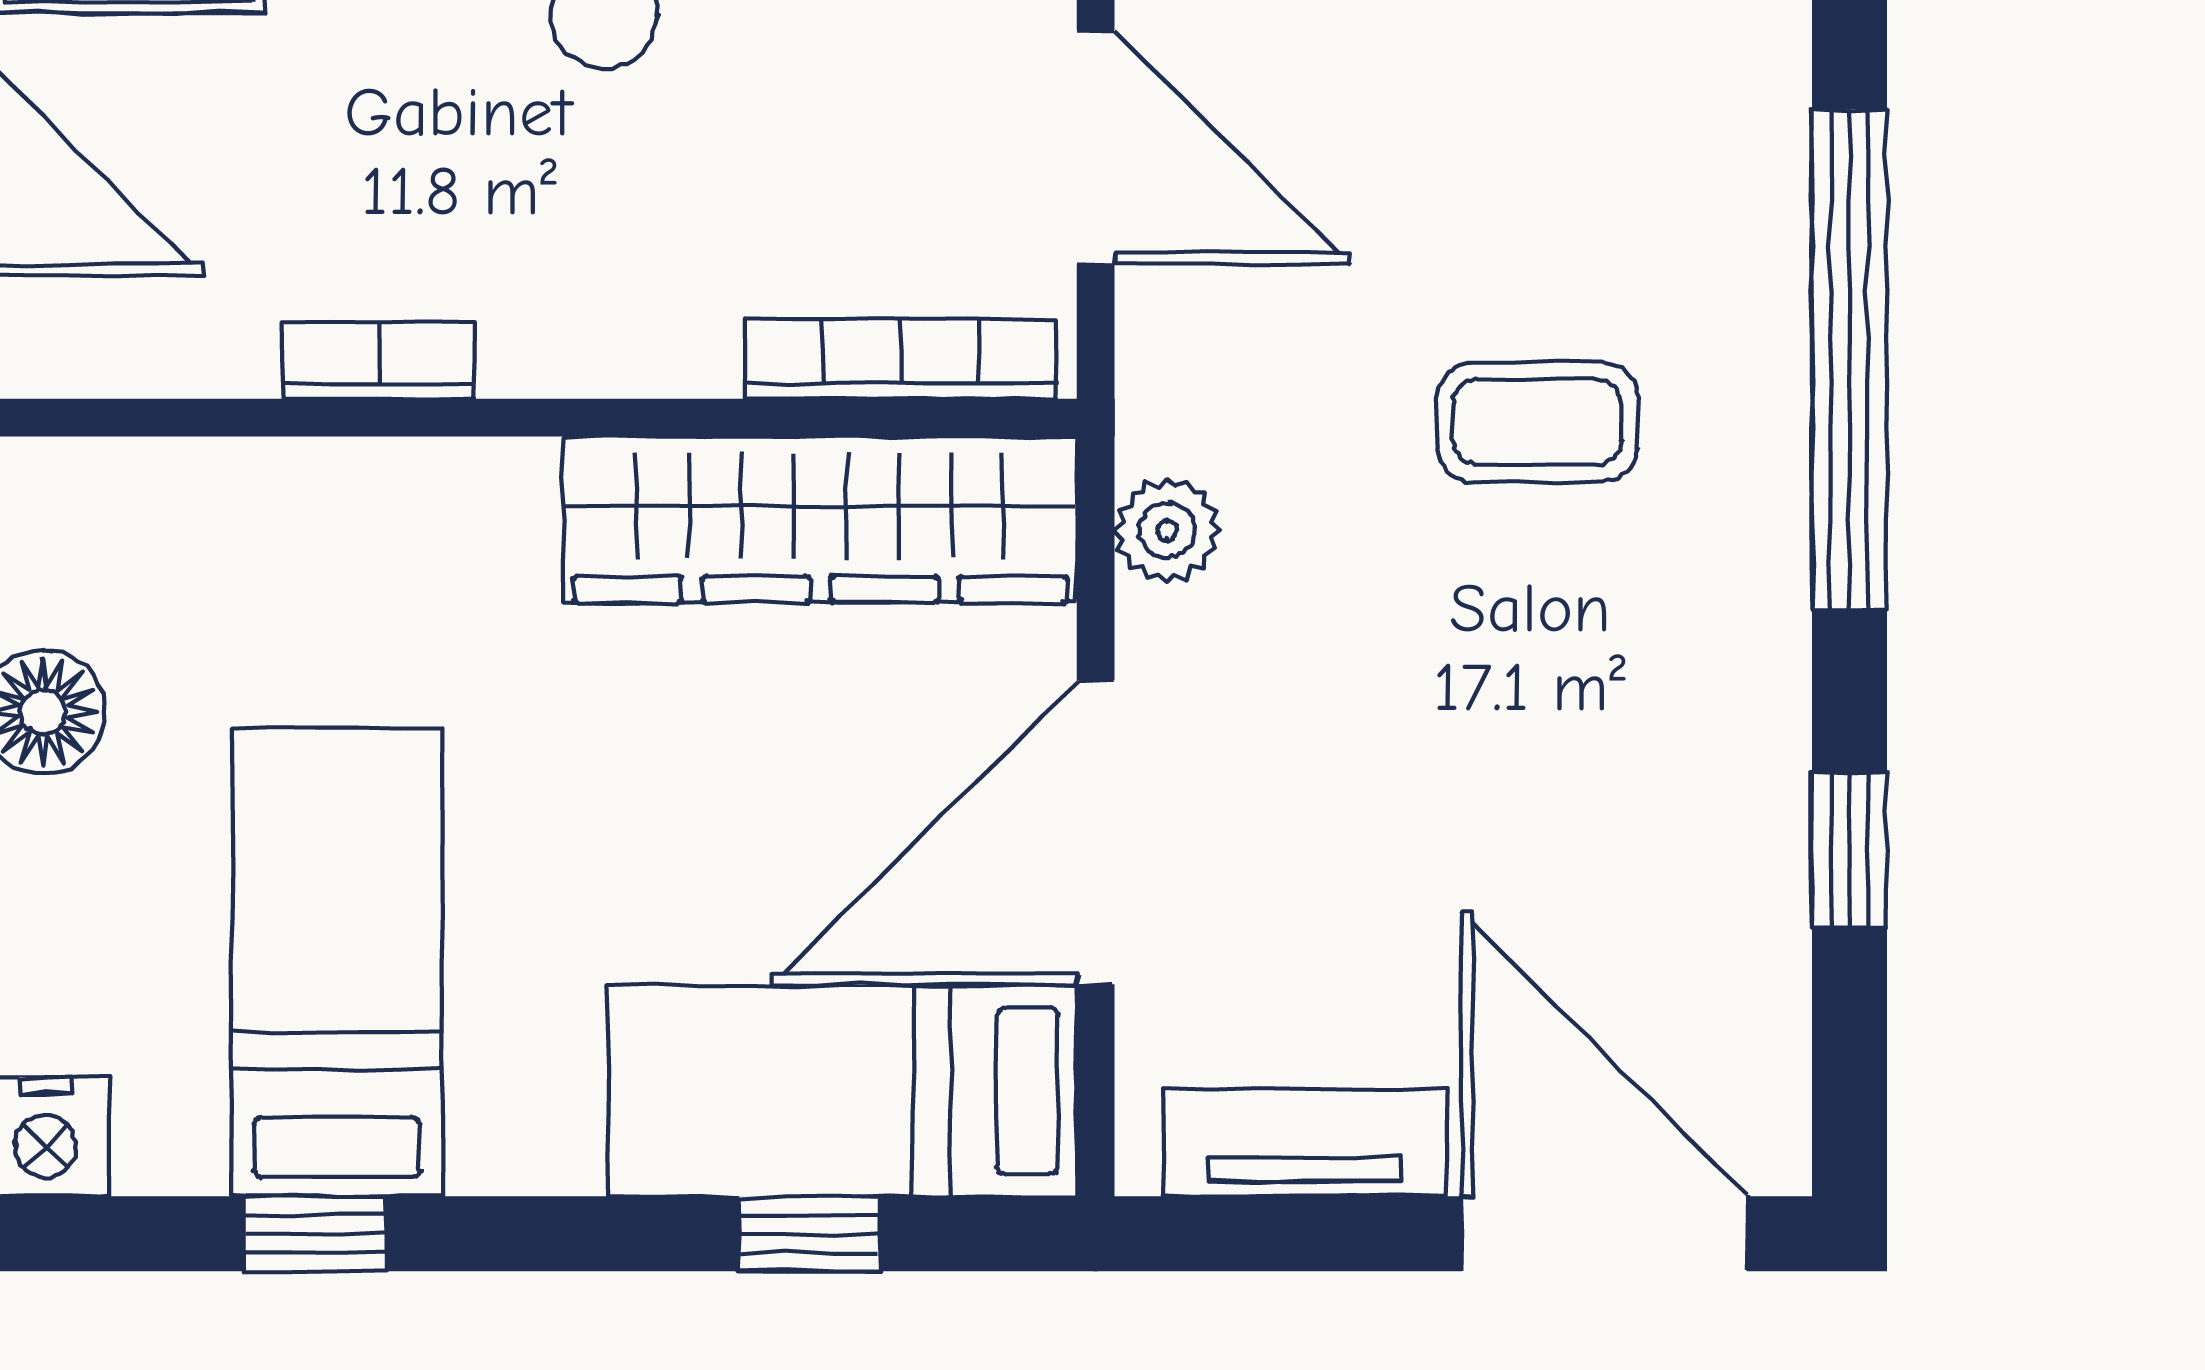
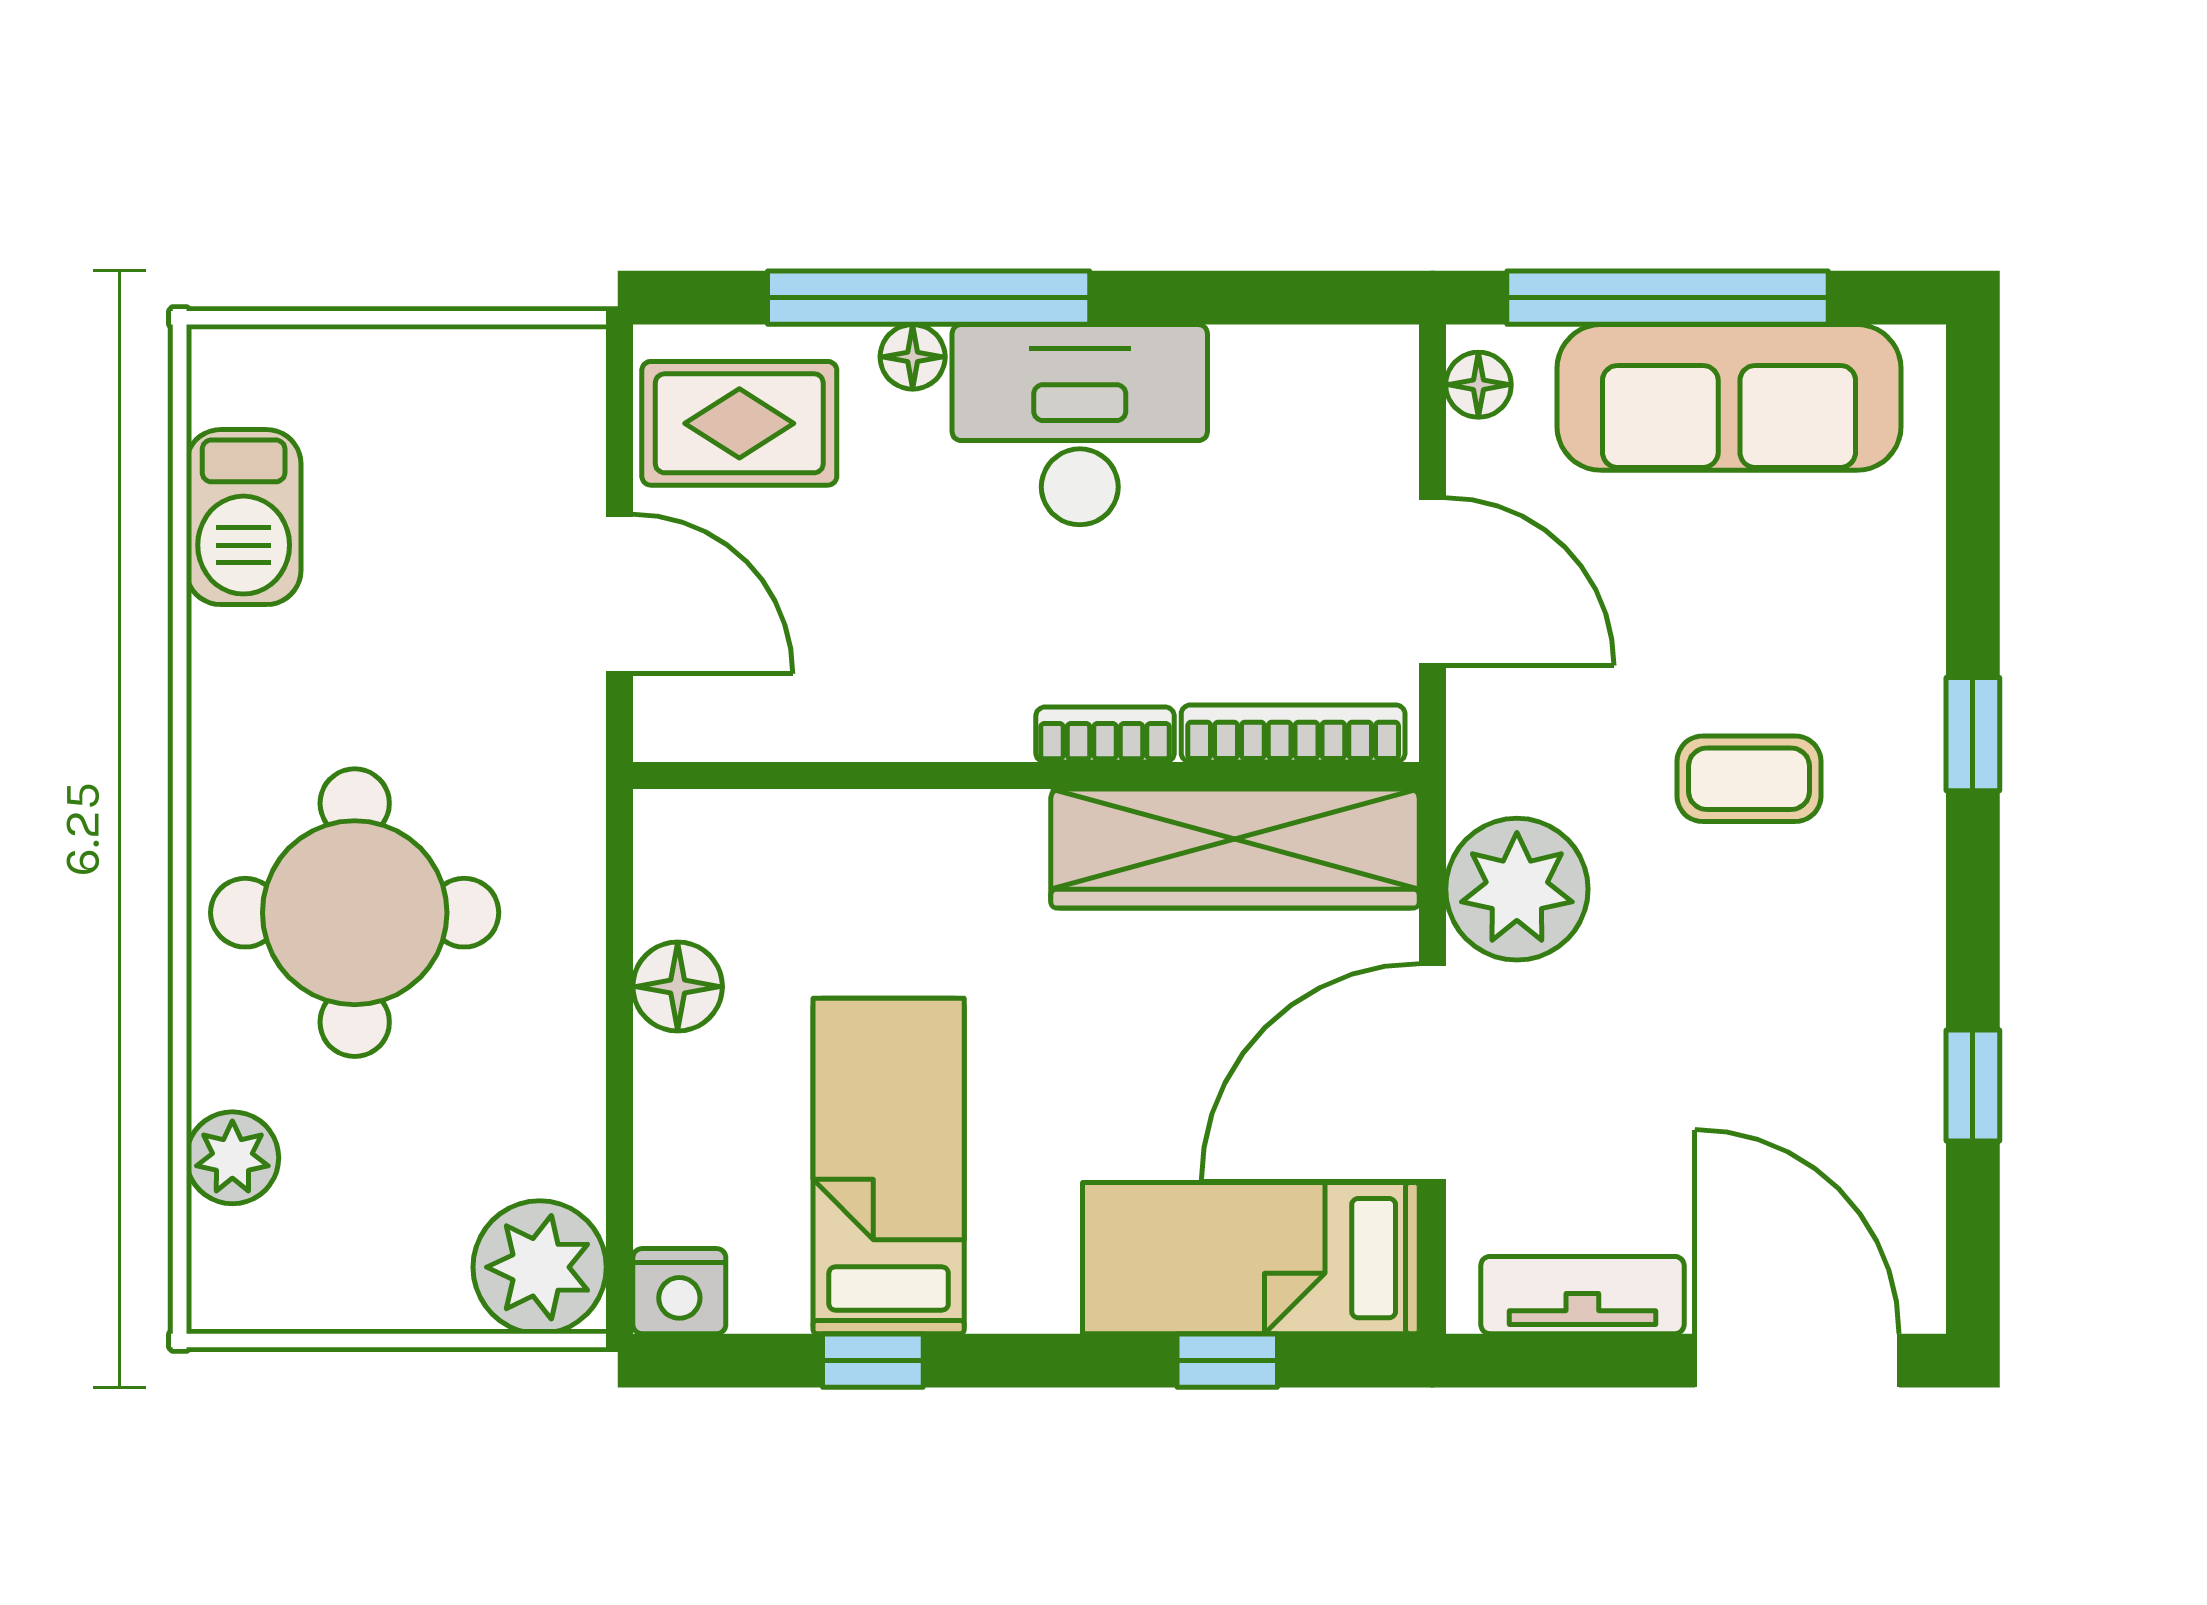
bookcase: (379, 360) -> (1105, 734), moved
window: (1849, 360) -> (1973, 734), width x0.32
plant: (1167, 530) -> (1517, 889), width x1.88, depth x1.88

